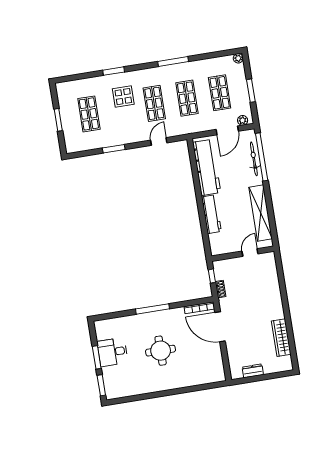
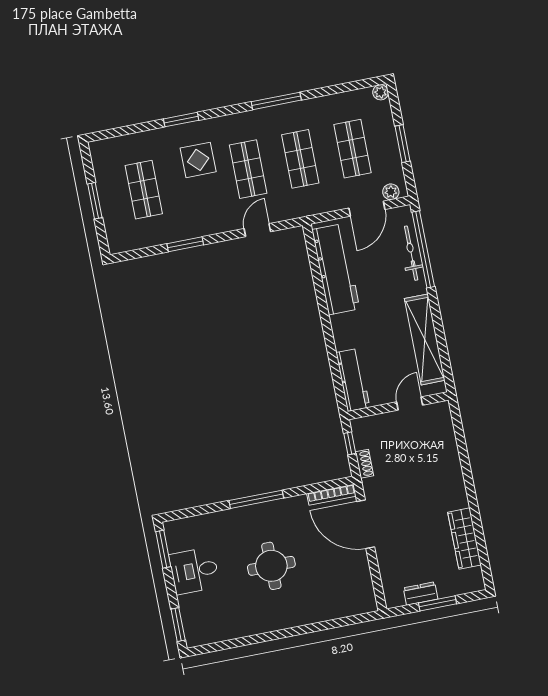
workbench: (211, 214) -> (353, 380), moved
window: (97, 357) -> (163, 549), moved
window: (263, 377) -> (437, 603), added

